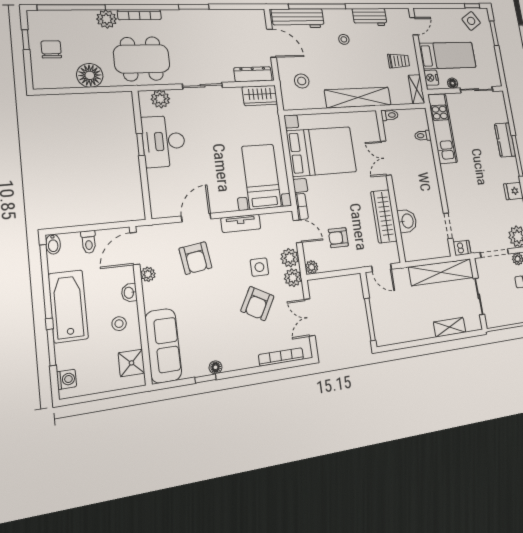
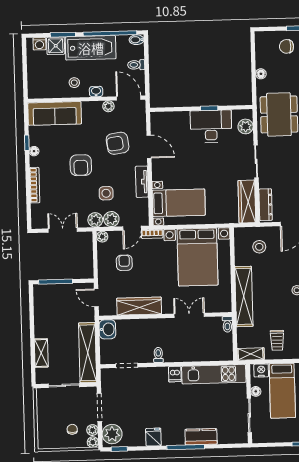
chair: (51, 49) -> (287, 46), turned 180
floor lamp: (90, 75) -> (261, 74), width x0.53, depth x0.53
wardrobe: (260, 96) -> (247, 202), width x1.50
toilet: (423, 136) -> (158, 355), moved
washbasin: (407, 221) -> (107, 329), moved, turned -90
dishwasher: (462, 248) -> (175, 374), moved
door: (381, 268) -> (96, 298), hinge flipped
armchair: (257, 304) -> (81, 165), moved, turned -119
bookcase: (281, 357) -> (35, 185), moved
shower: (131, 363) -> (56, 46), moved

